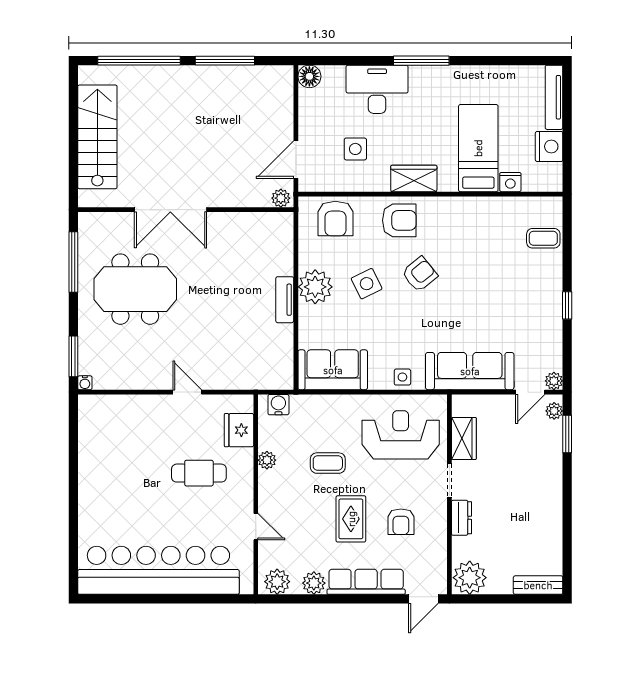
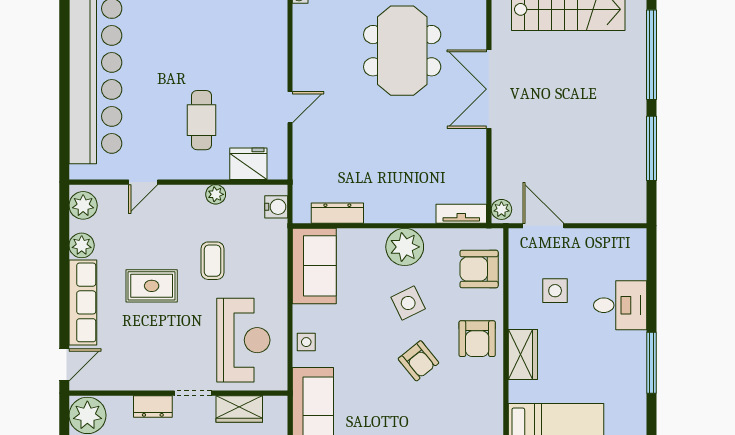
floor lamp: (309, 76) -> (634, 241), removed
desk: (377, 89) -> (620, 305), width x0.73
tv unit: (285, 300) -> (461, 214), moved
dresser: (284, 349) -> (337, 213), added
armchair: (401, 522) -> (148, 340), removed
door: (423, 599) -> (64, 365), swing flipped

